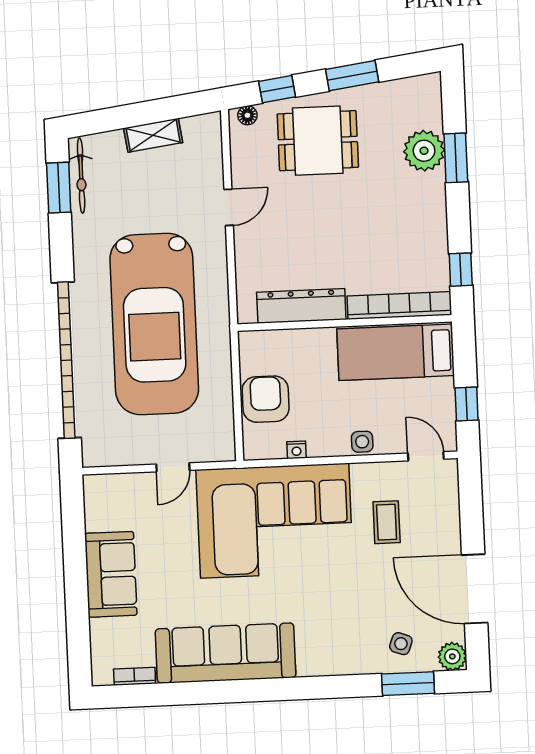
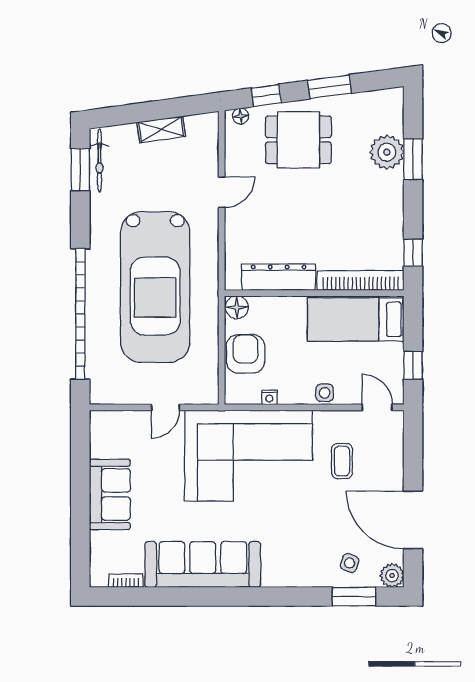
floor lamp: (253, 344) -> (237, 307), added

